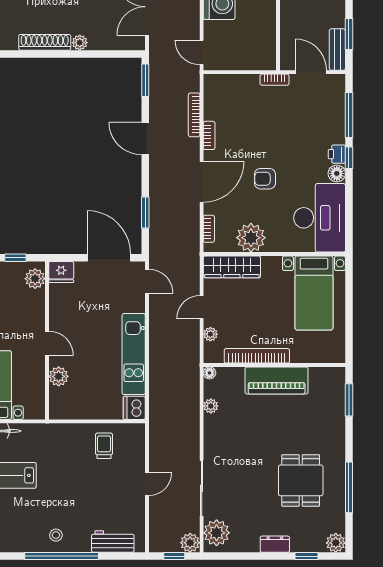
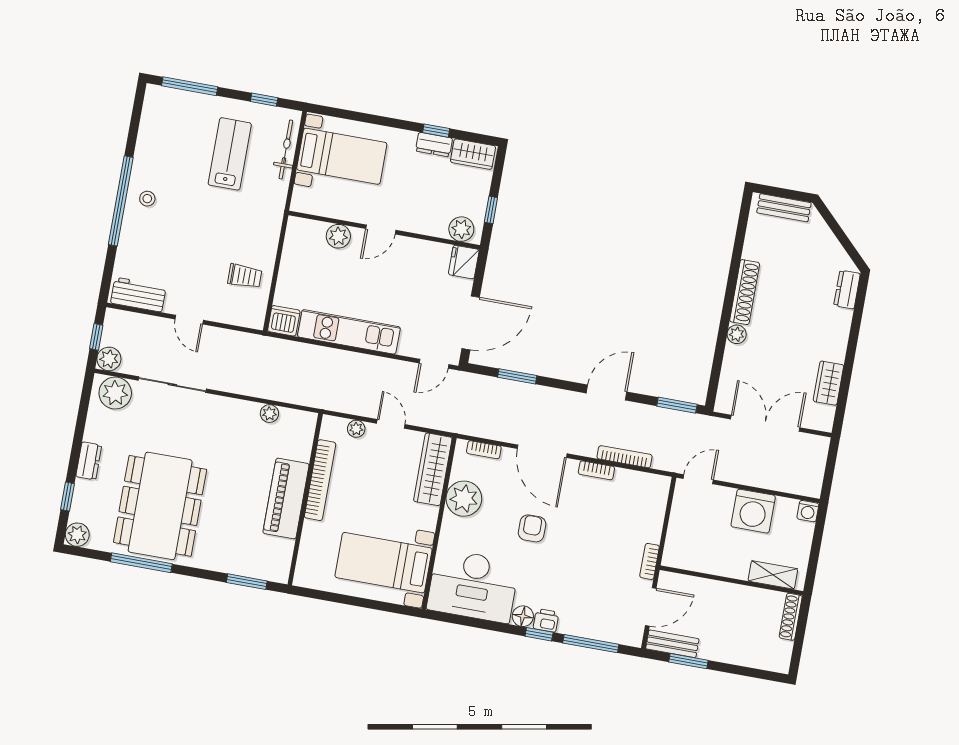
floor lamp: (209, 373) -> (310, 419), removed
dining table: (301, 480) -> (160, 506), width x1.87, depth x1.24
workbench: (113, 541) -> (138, 295), moved, turned -90

